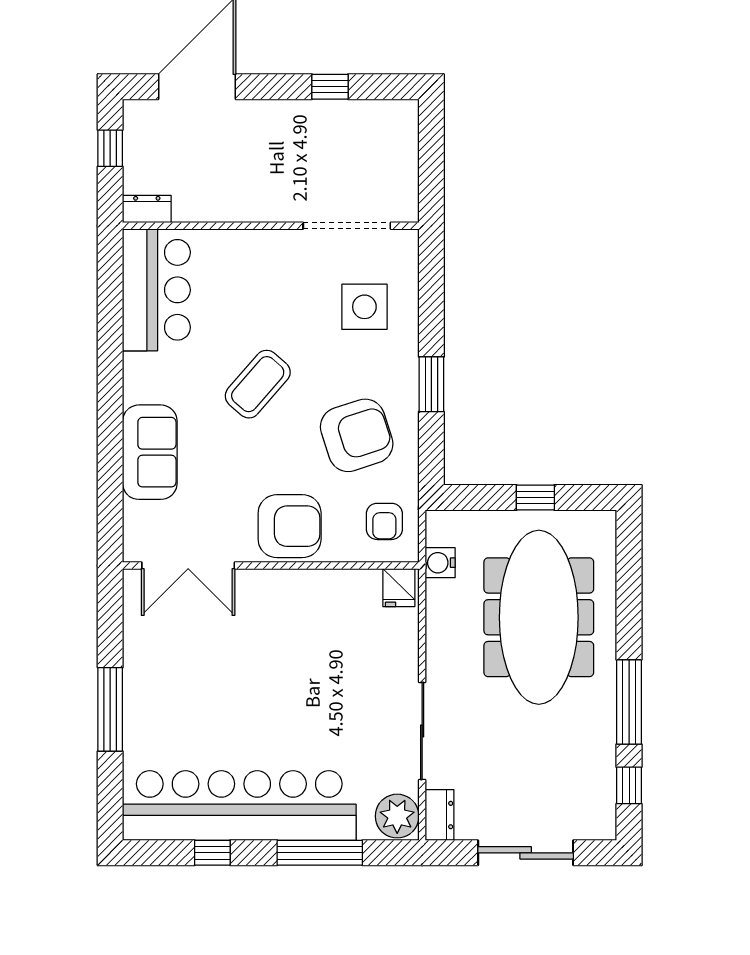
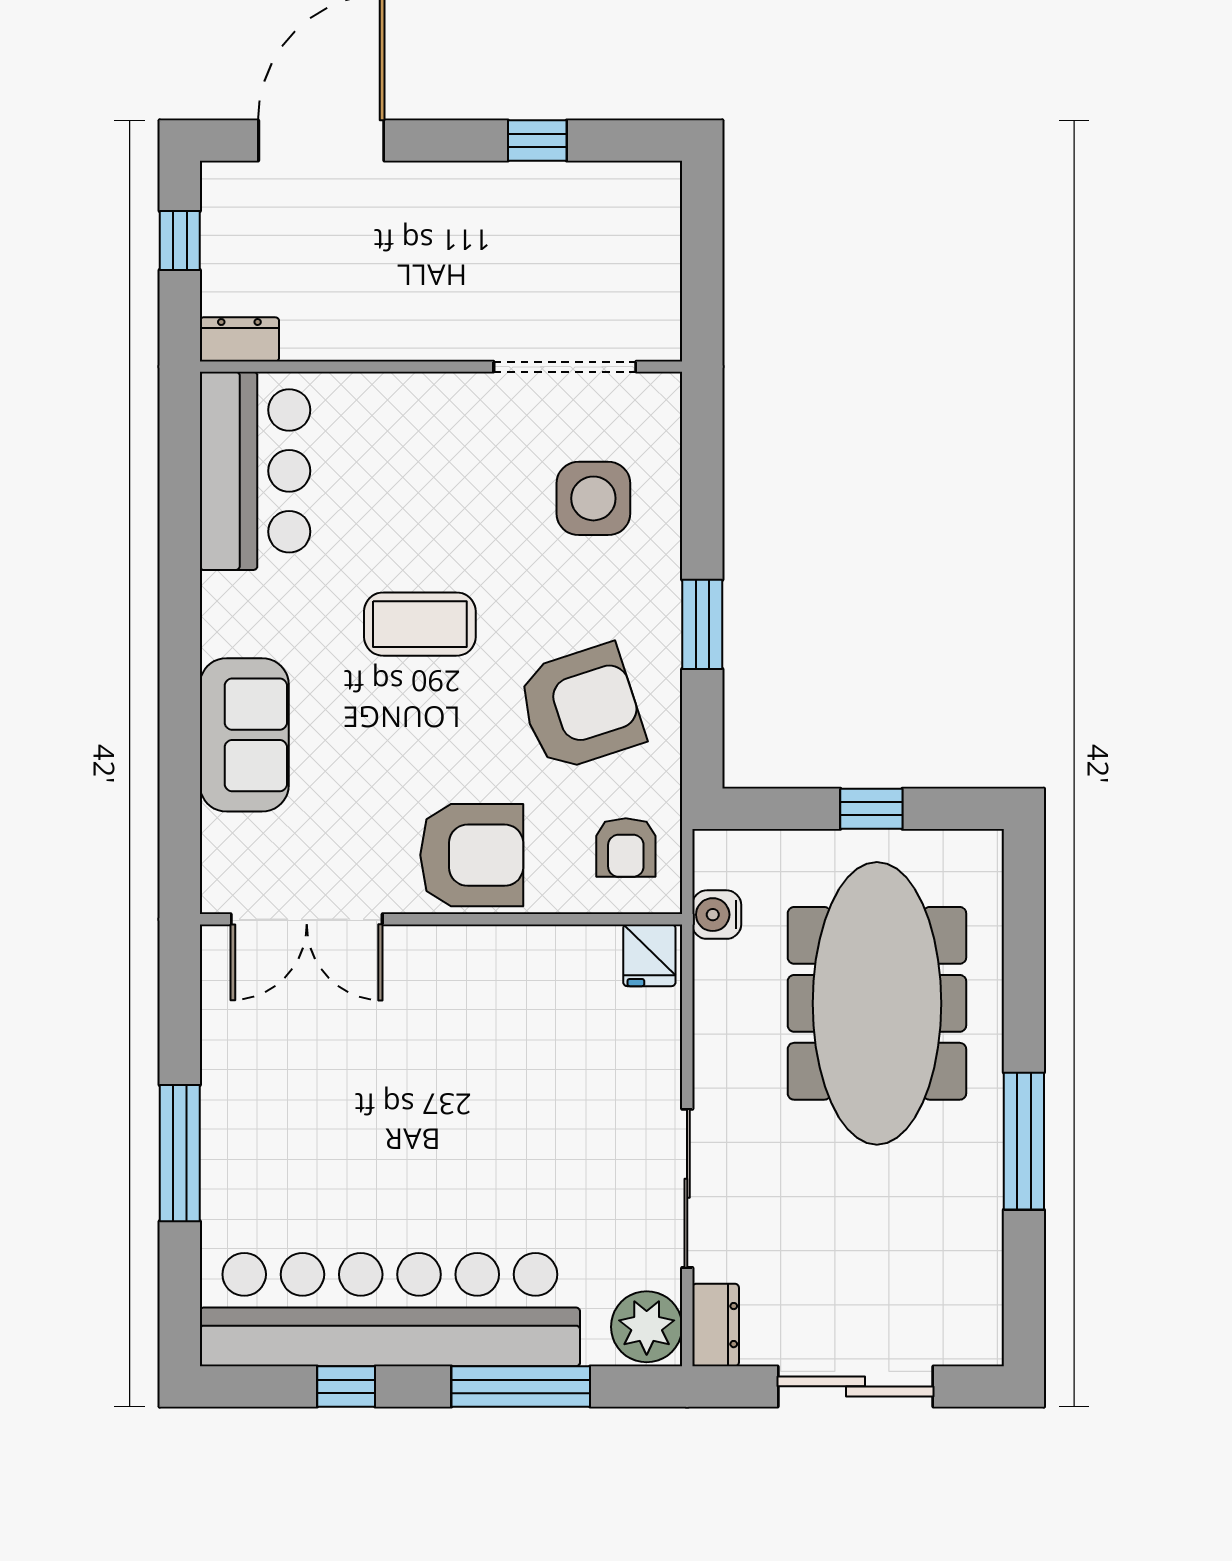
coffee table: (258, 384) -> (420, 624), turned 49
window: (629, 785) -> (1024, 1277), removed

